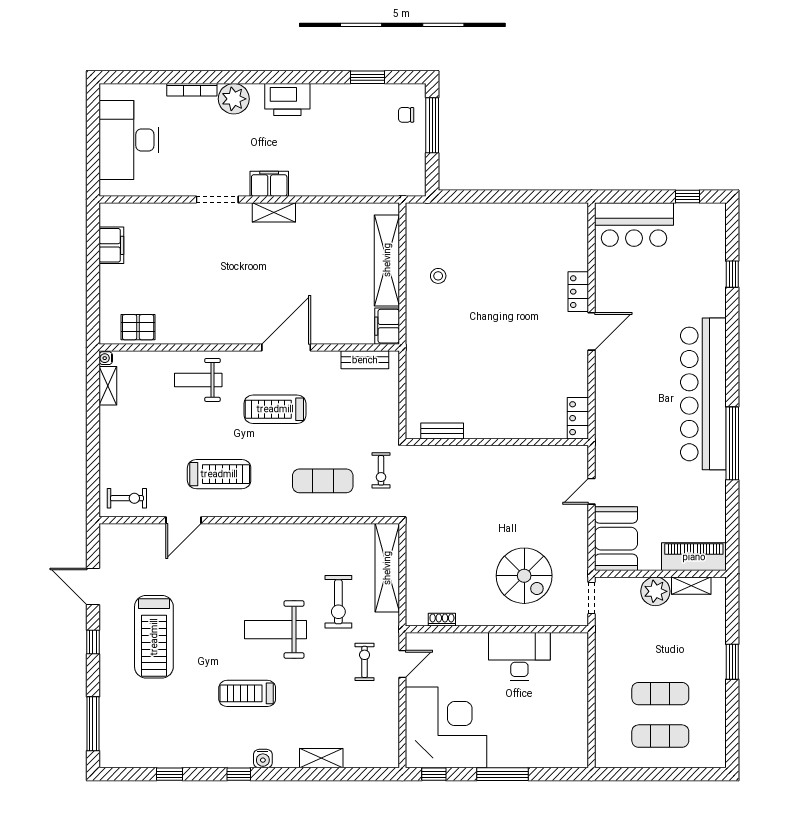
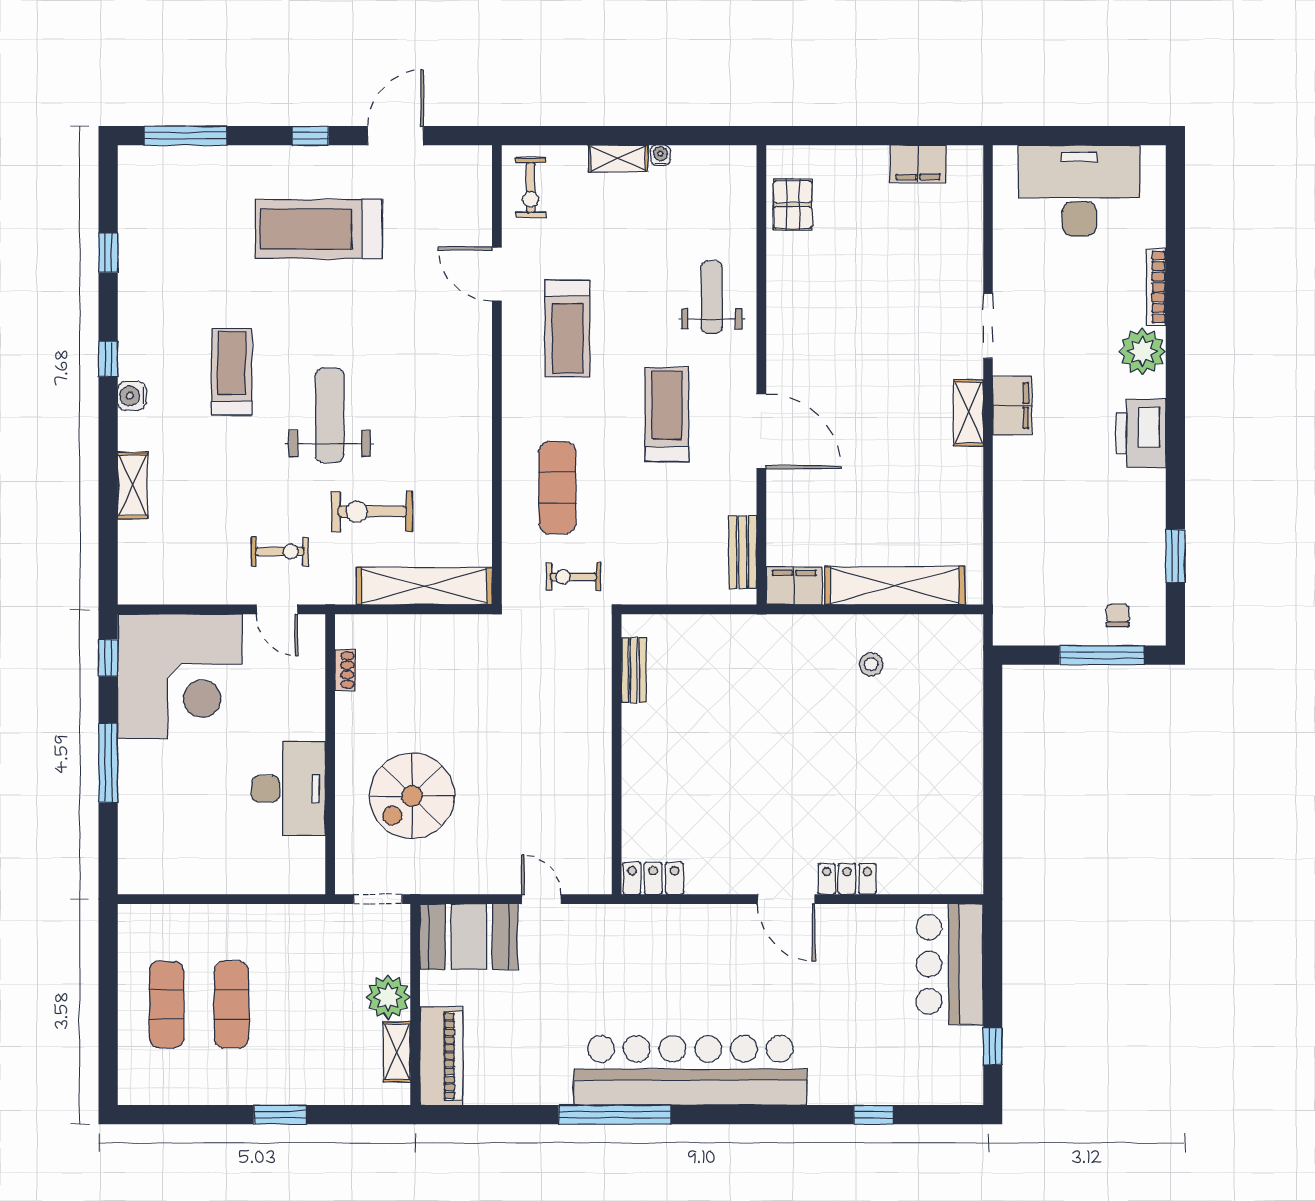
water cooler: (106, 358) -> (660, 155), moved
shelving: (108, 386) -> (618, 158), moved

